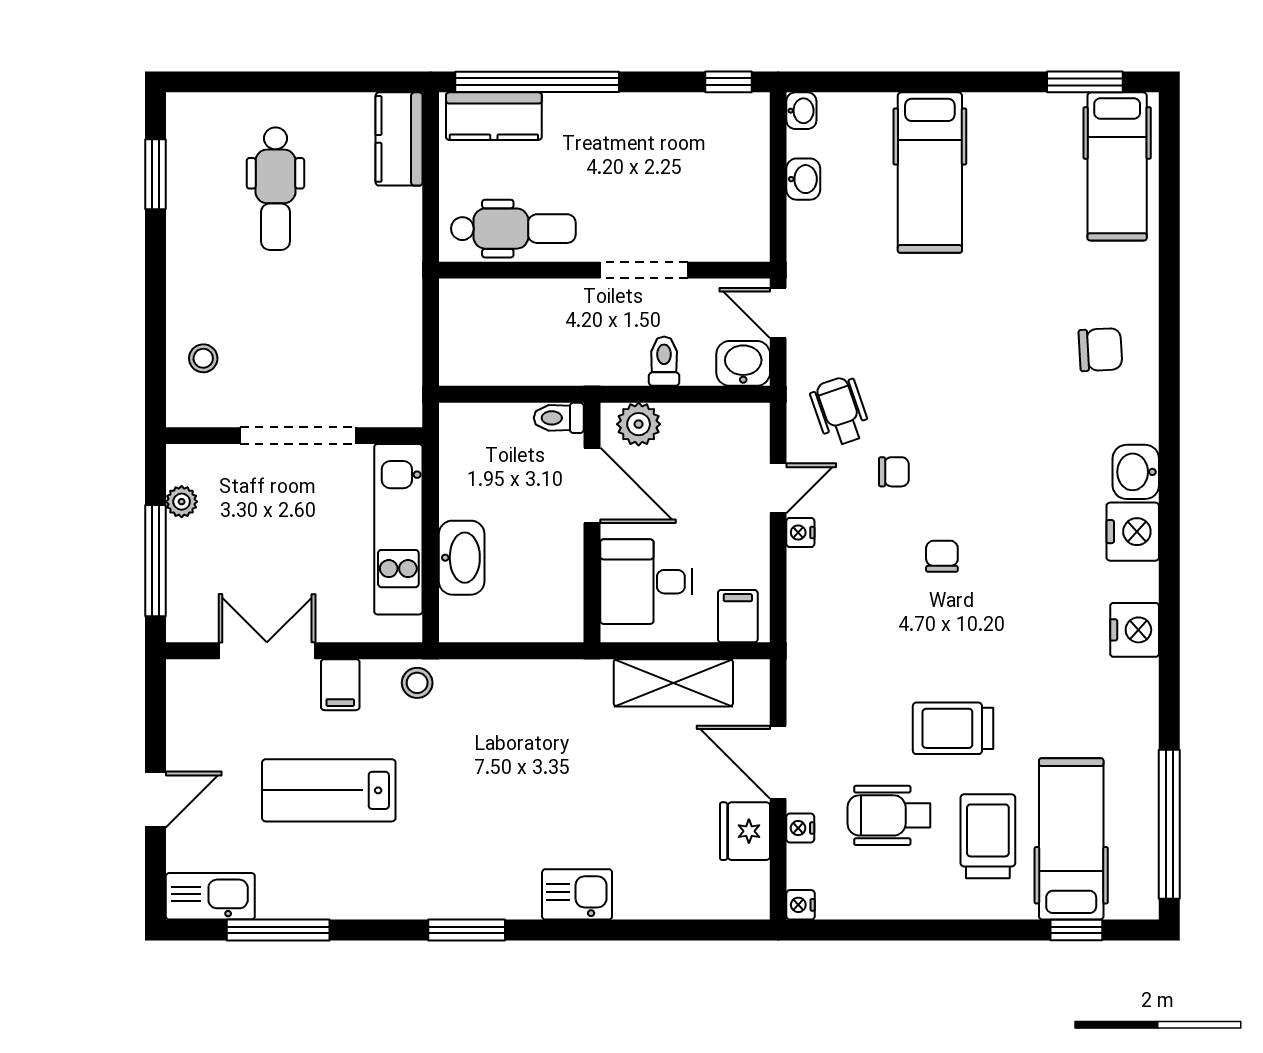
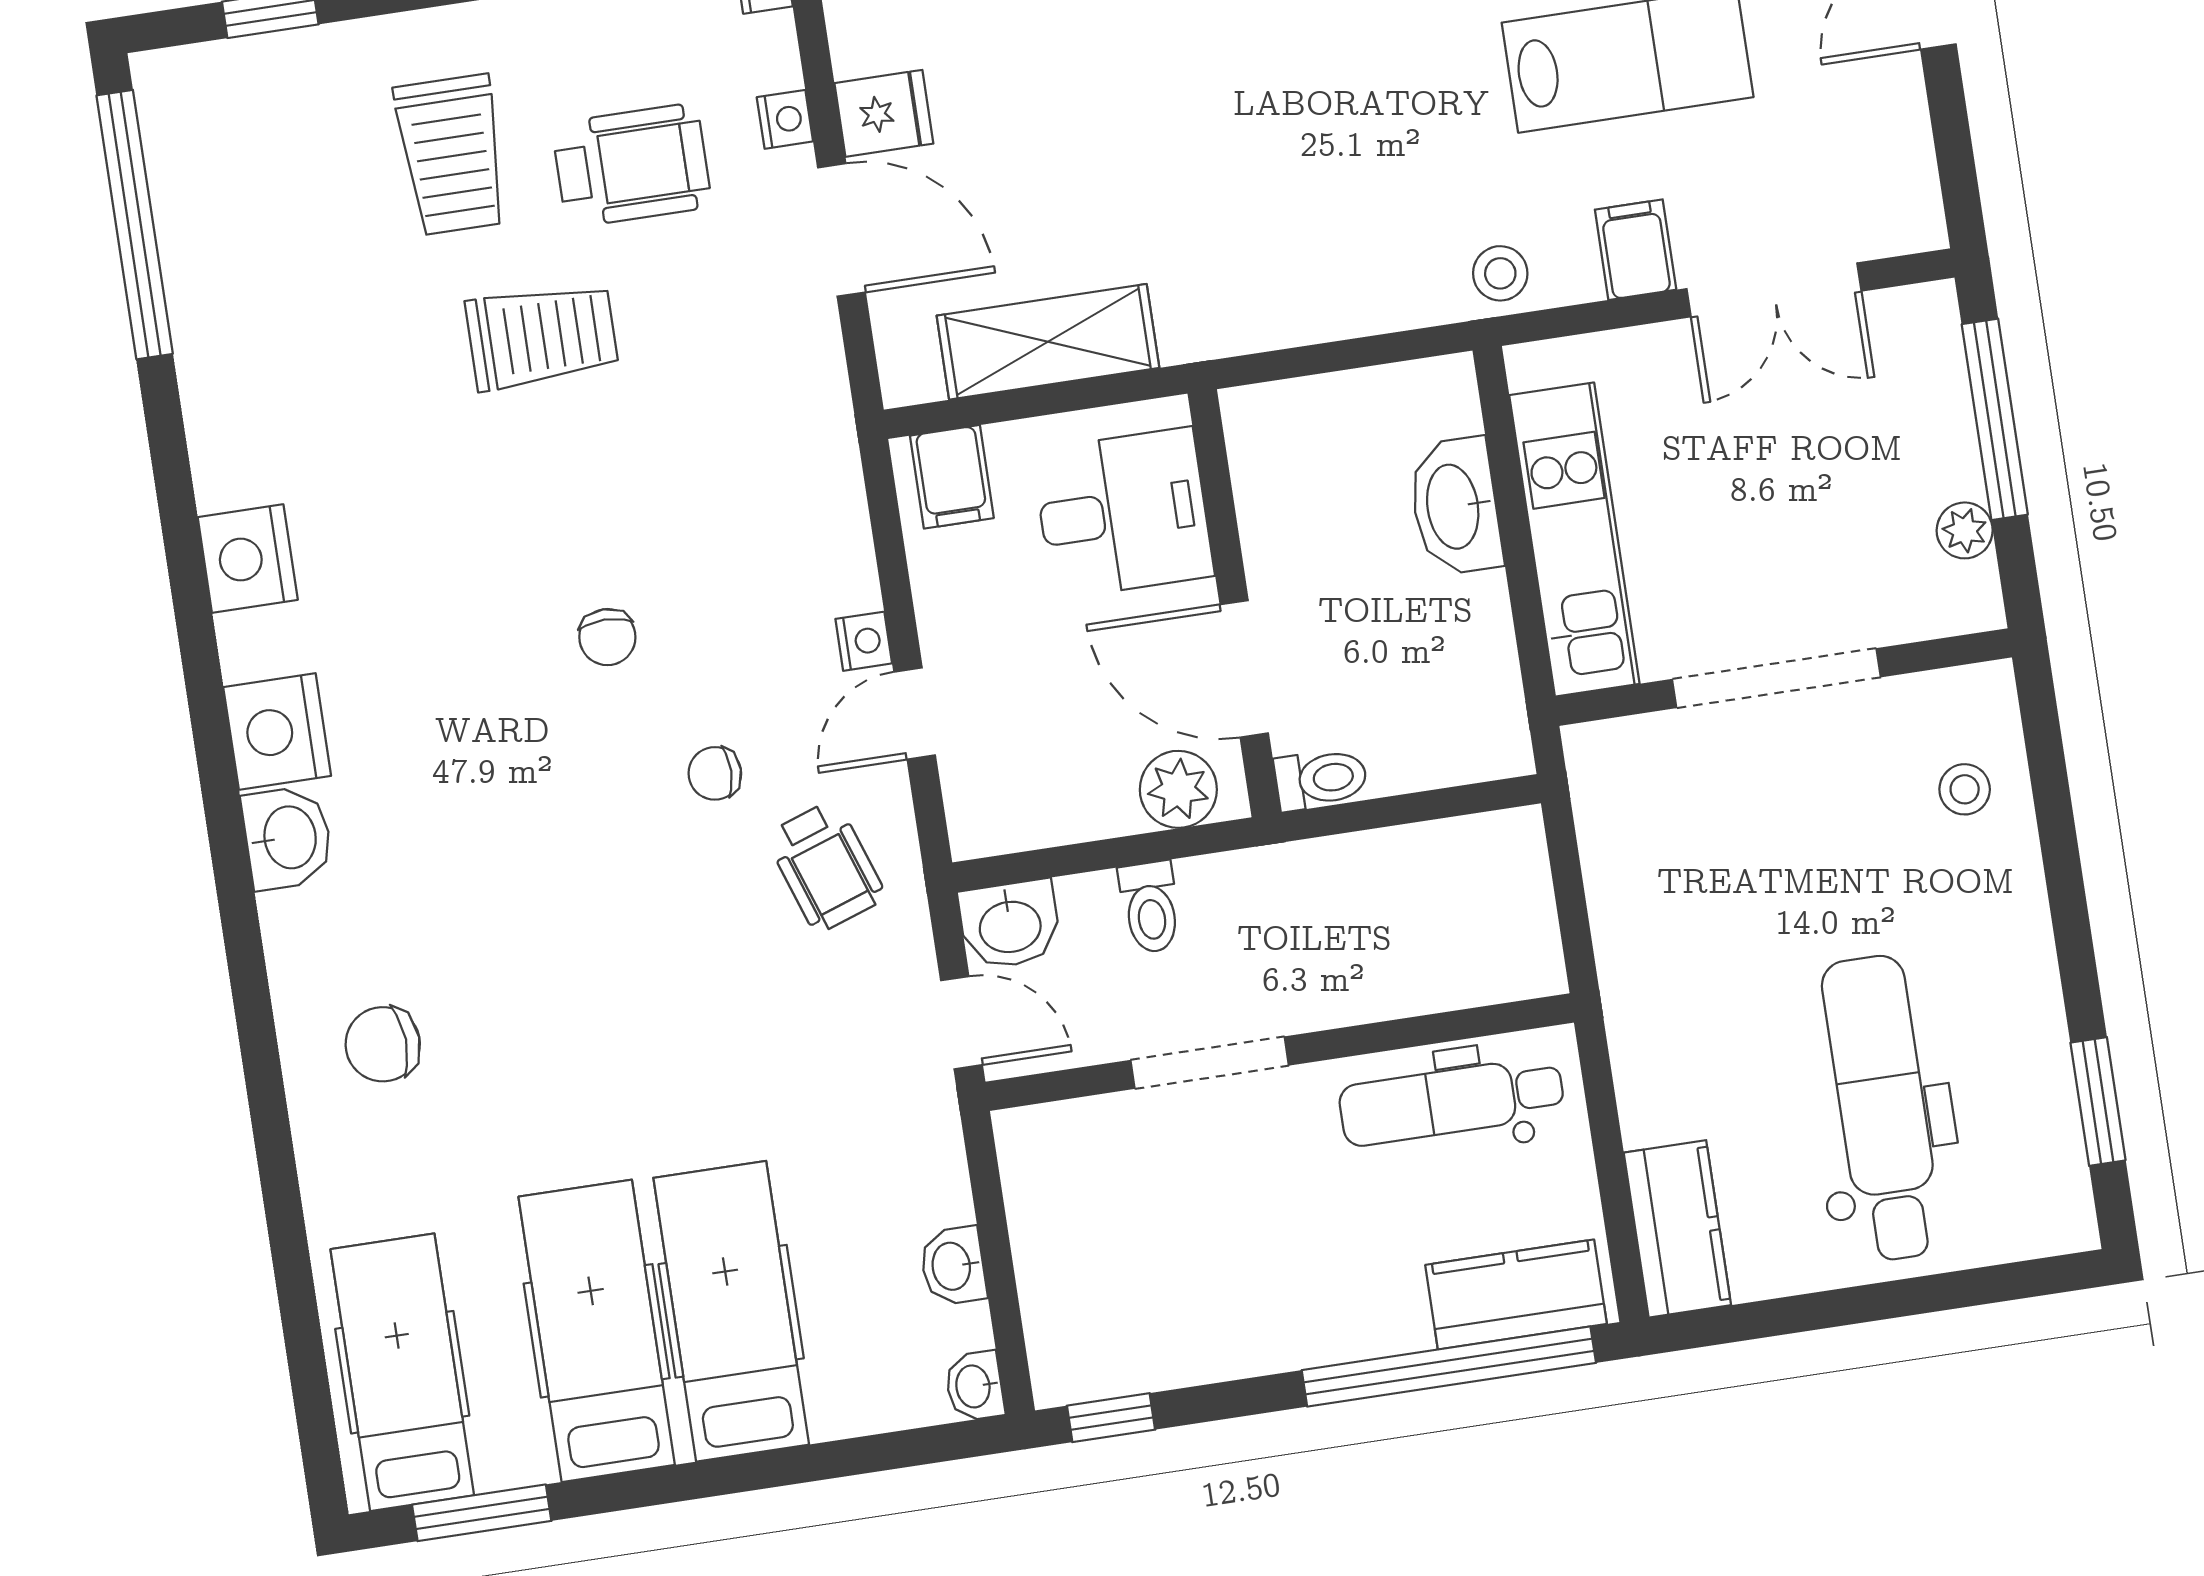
dental chair: (275, 189) -> (1882, 1108), width x1.36, depth x1.38
fridge: (745, 831) -> (884, 113), width x0.72
hospital bed: (1071, 839) -> (597, 1331), moved, turned 180

